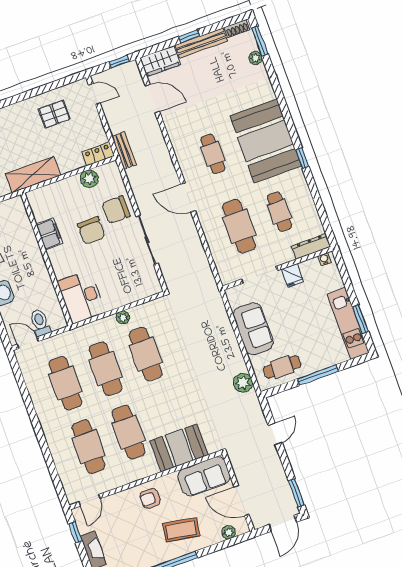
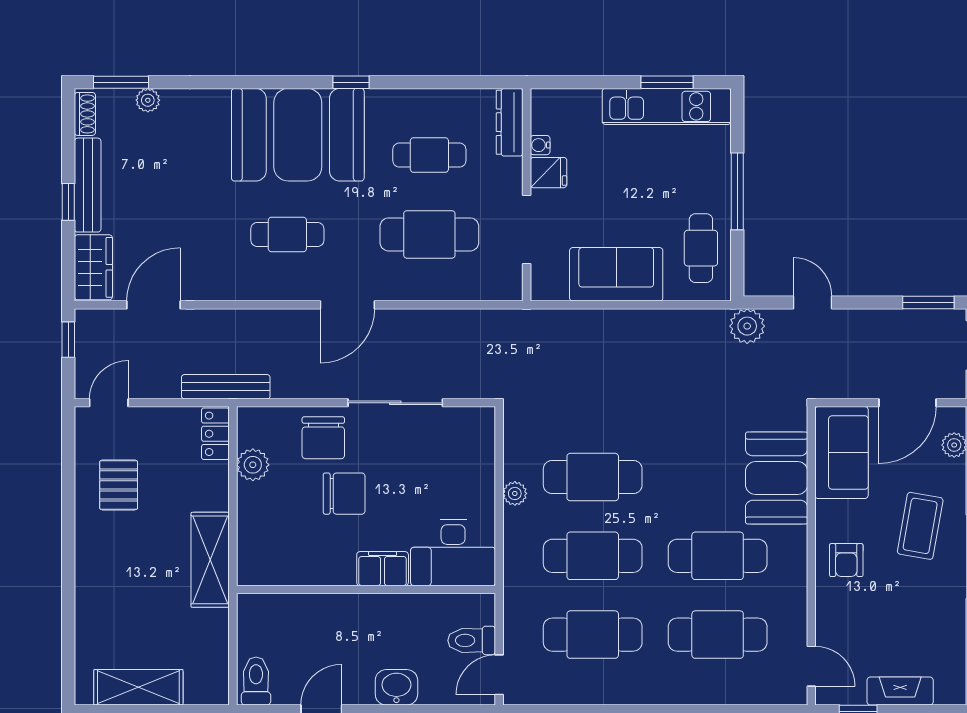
bench: (124, 151) -> (226, 387), width x1.36
filing cabinet: (49, 234) -> (383, 569), moved
water cooler: (324, 259) -> (540, 145), moved
plant: (243, 383) -> (747, 326), moved

